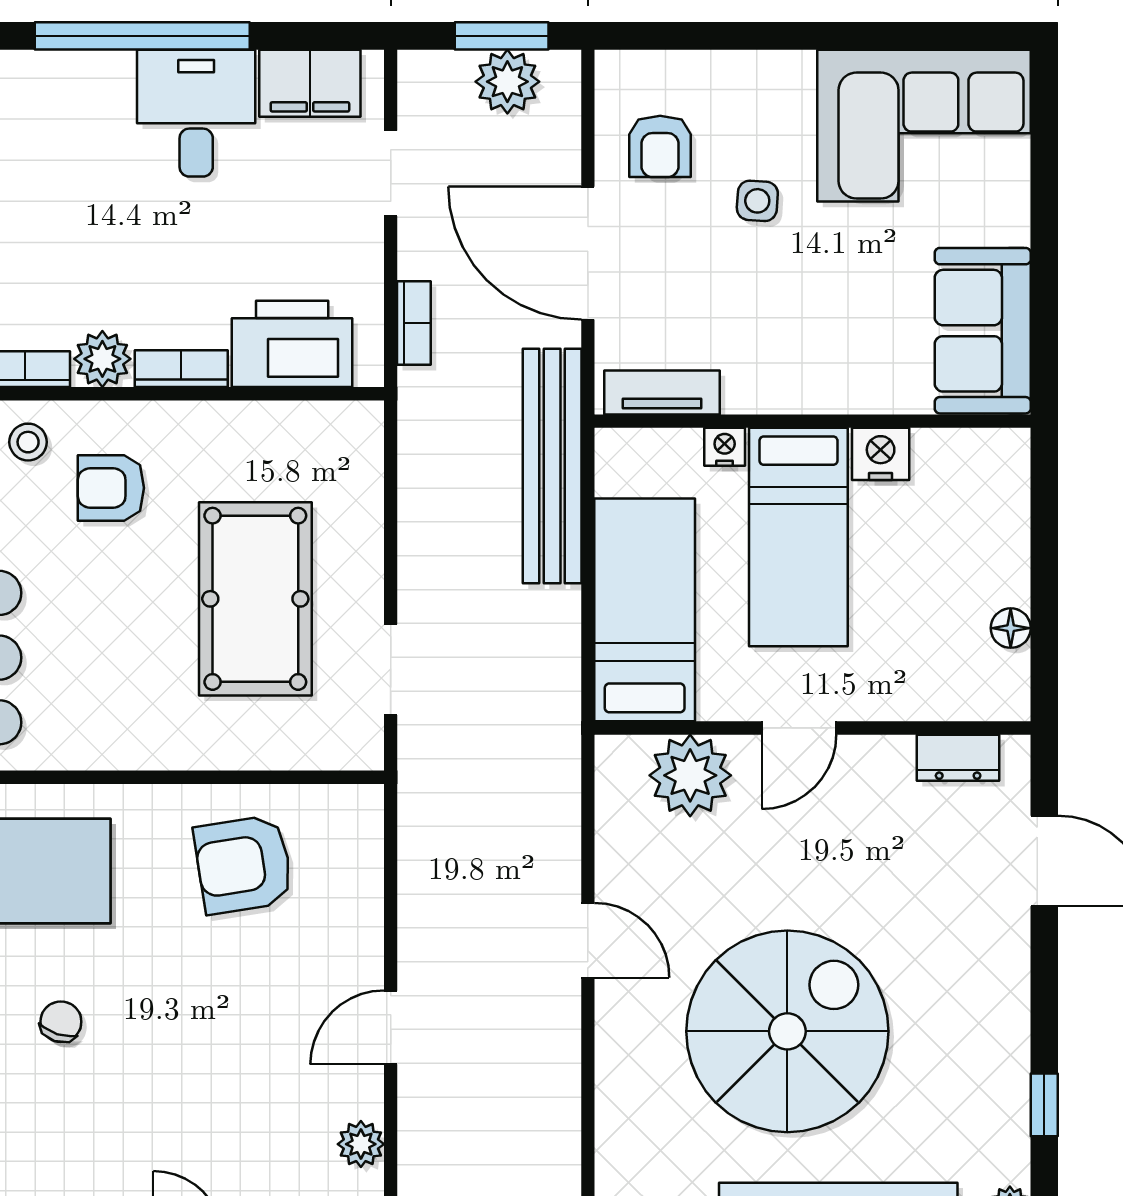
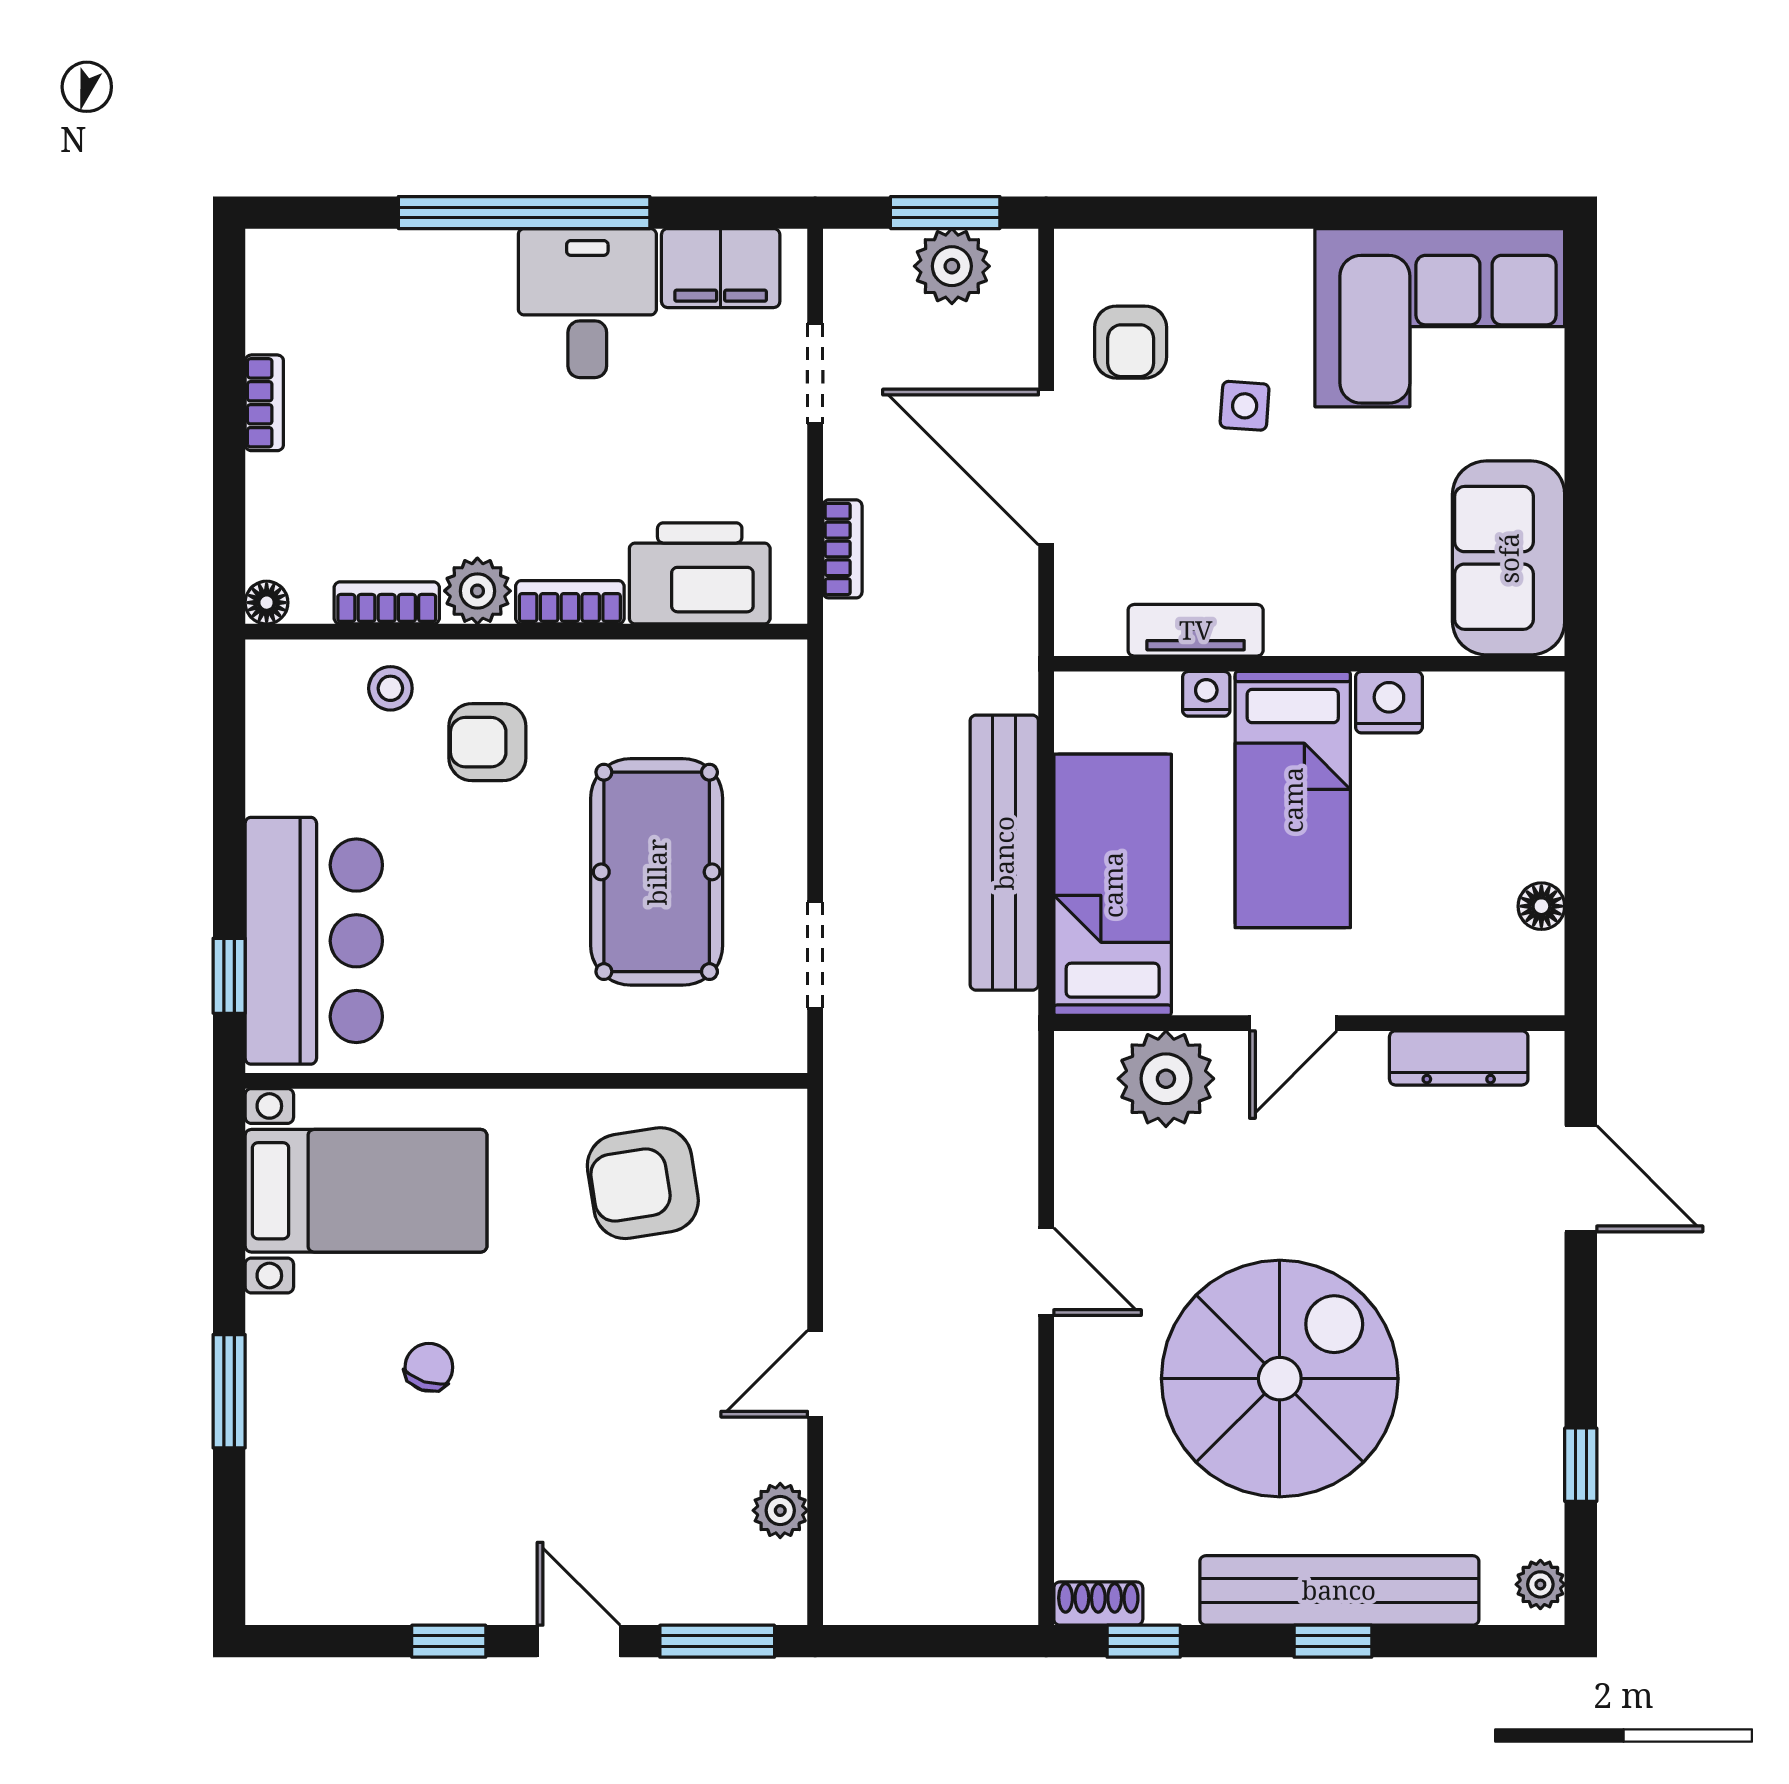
tv unit: (662, 392) -> (1196, 630), moved
bench: (552, 466) -> (1004, 853), moved
dresser: (958, 758) -> (1459, 1058), width x1.44

